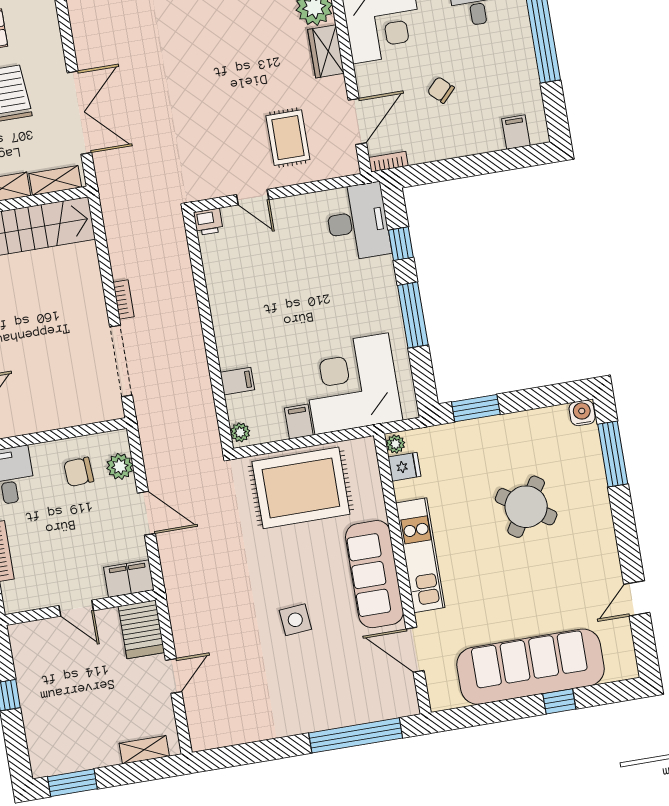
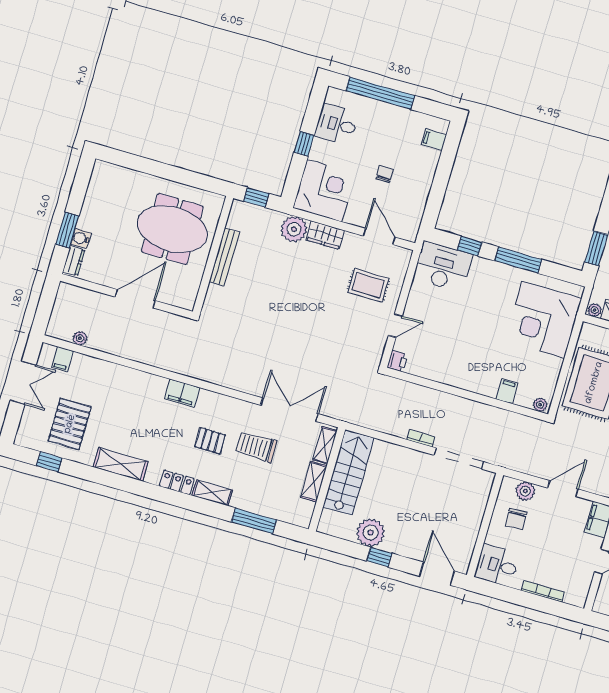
chair: (441, 90) -> (385, 174), turned 136
bookcase: (388, 162) -> (414, 229), removed
filing cabinet: (299, 422) -> (551, 364), removed

